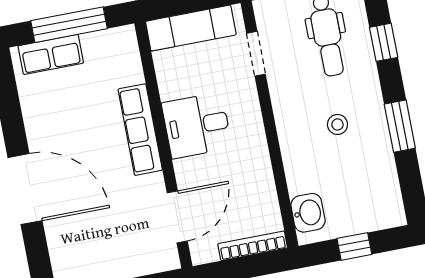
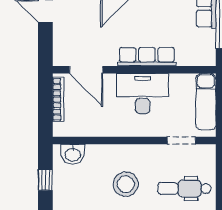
stool: (337, 124) -> (126, 184), width x1.89, depth x1.89
desk: (197, 125) -> (143, 94), width x1.37
bookcase: (253, 246) -> (58, 99), moved

